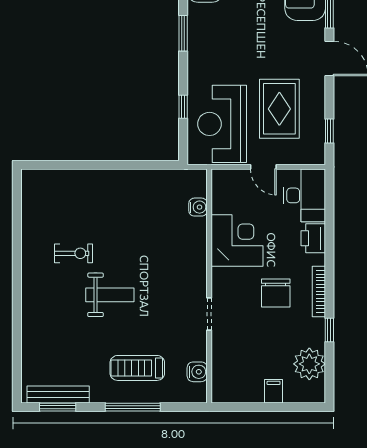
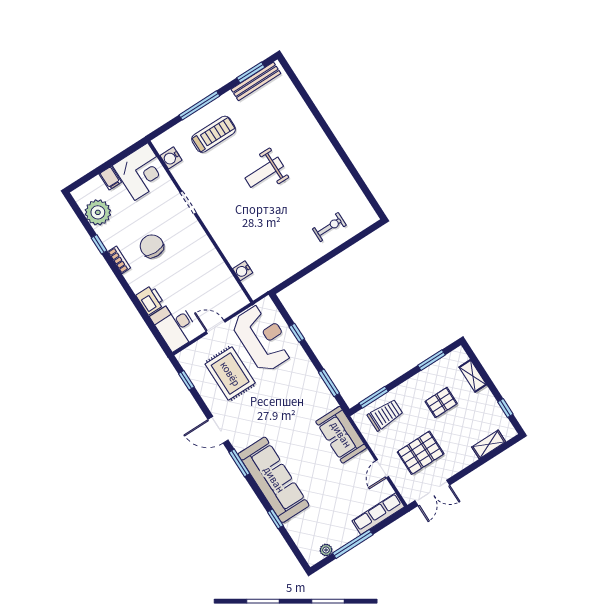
corner desk: (237, 240) -> (141, 172), moved, turned -90
exercise bike: (73, 253) -> (329, 227), moved, turned 180
bookcase: (319, 291) -> (119, 260), width x0.64

